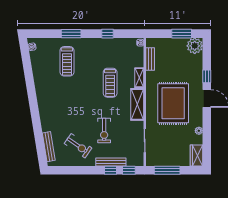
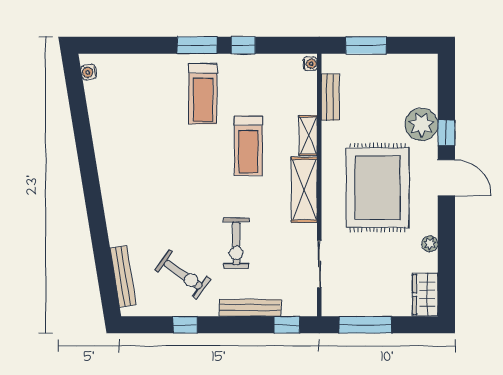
window: (71, 34) -> (197, 45), moved
window: (182, 34) -> (366, 45), moved
plant: (195, 46) -> (422, 124), moved
treadmill: (67, 61) -> (203, 94), moved
window: (111, 170) -> (185, 325), moved

